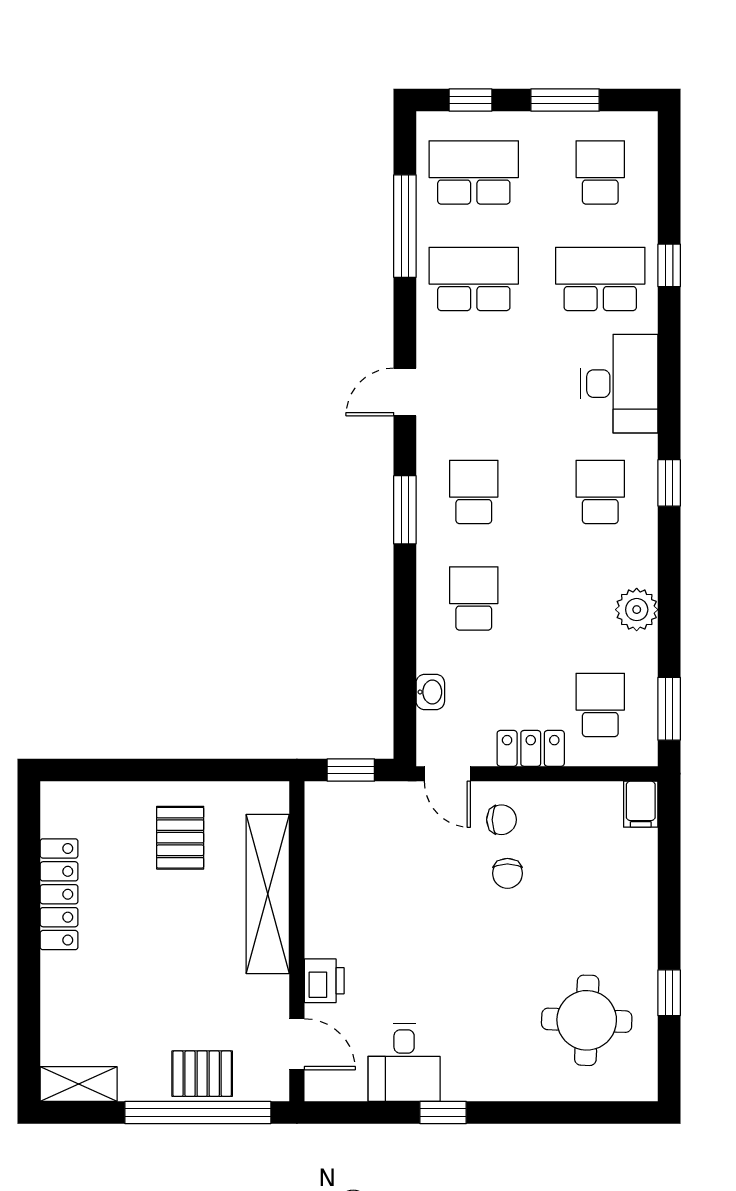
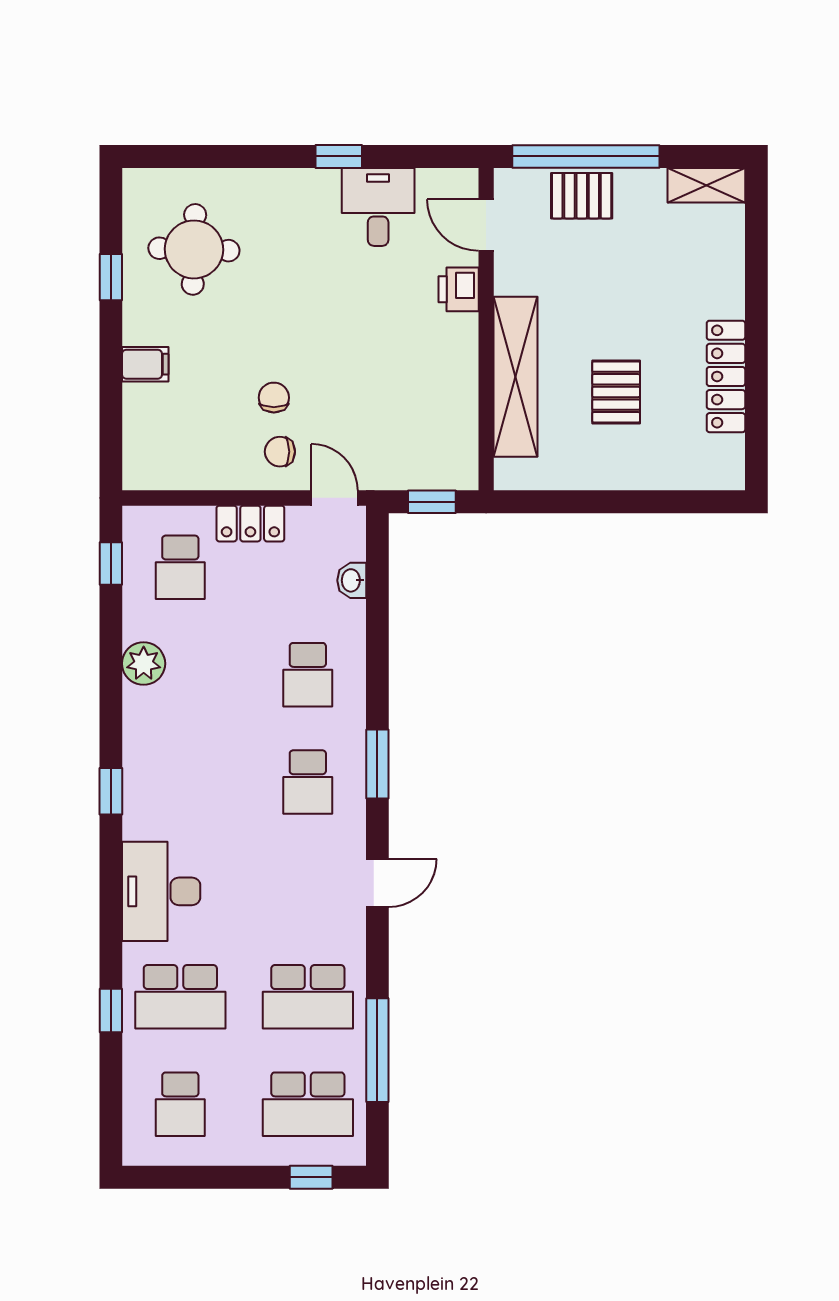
window: (565, 100) -> (216, 1177), removed
school desk: (600, 492) -> (180, 782), removed
window: (669, 709) -> (111, 563), width x0.67
filing cabinet: (641, 804) -> (145, 364), moved, turned 90
pallet: (180, 838) -> (616, 392), moved

